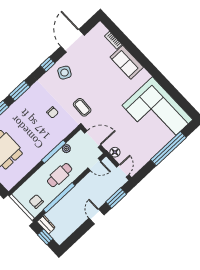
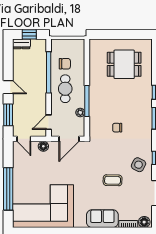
floor lamp: (101, 30) -> (144, 222), added
coffee table: (82, 107) -> (113, 180), moved
chair: (36, 201) -> (65, 64), moved
dresser: (46, 225) -> (22, 44), moved

